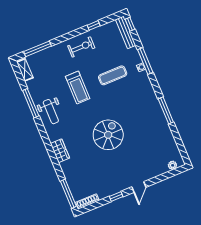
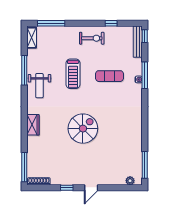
window: (166, 110) -> (145, 165), moved

